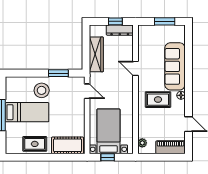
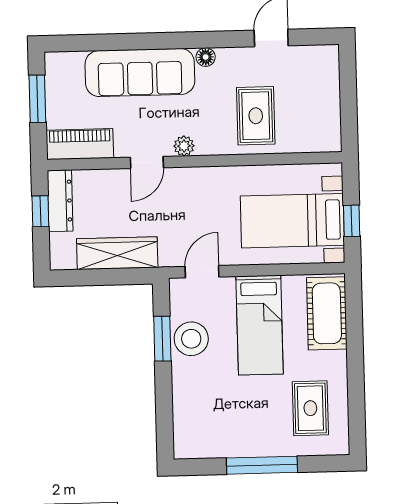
stool: (42, 90) -> (191, 339), moved
rug: (158, 100) -> (256, 116), moved
bed: (27, 112) -> (260, 325), moved, turned 180
plant: (142, 143) -> (184, 146), moved
rug: (35, 144) -> (310, 408), moved
piano: (171, 147) -> (80, 144), moved, turned 90

